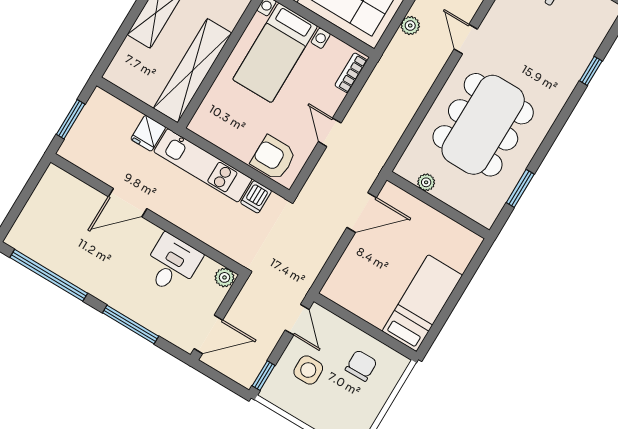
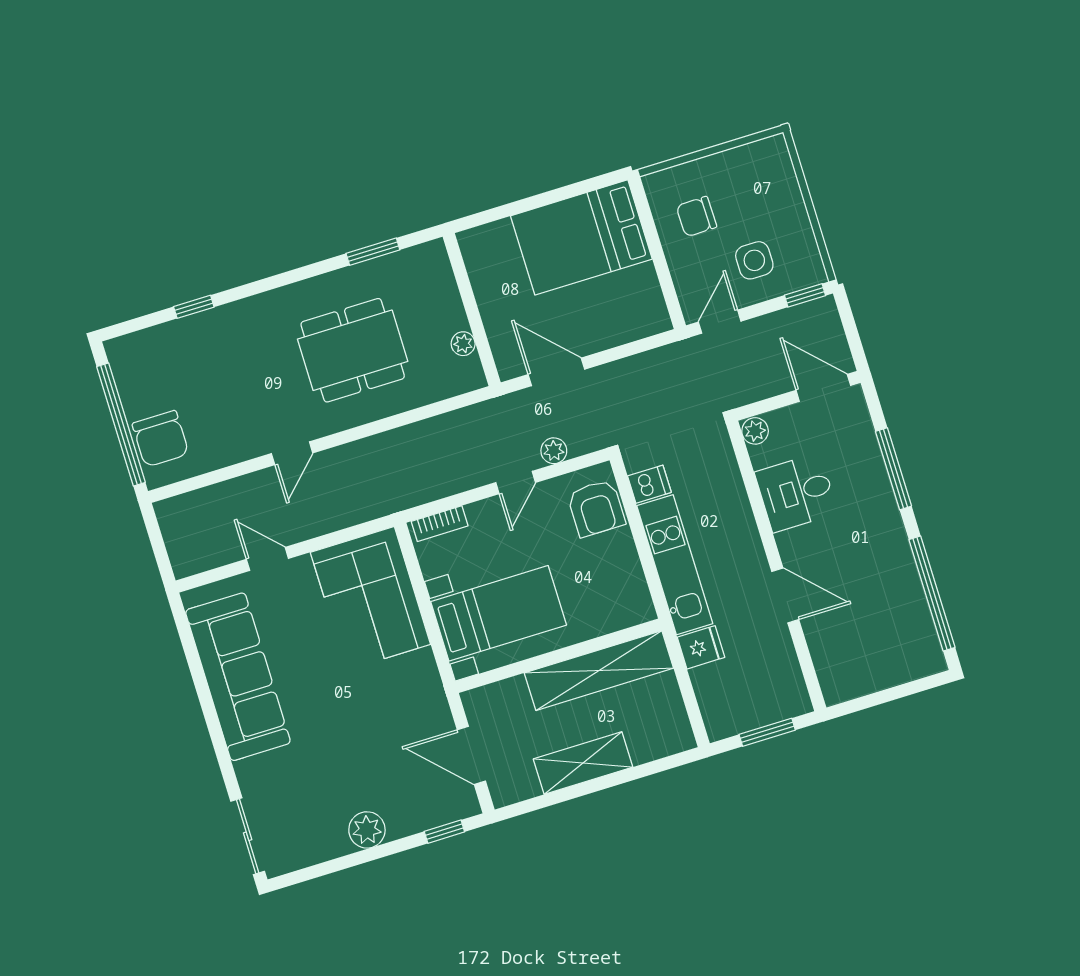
plant: (410, 26) -> (554, 451), moved
dining table: (483, 125) -> (353, 350), width x0.73, depth x0.80
bed: (422, 303) -> (581, 237), width x1.50

